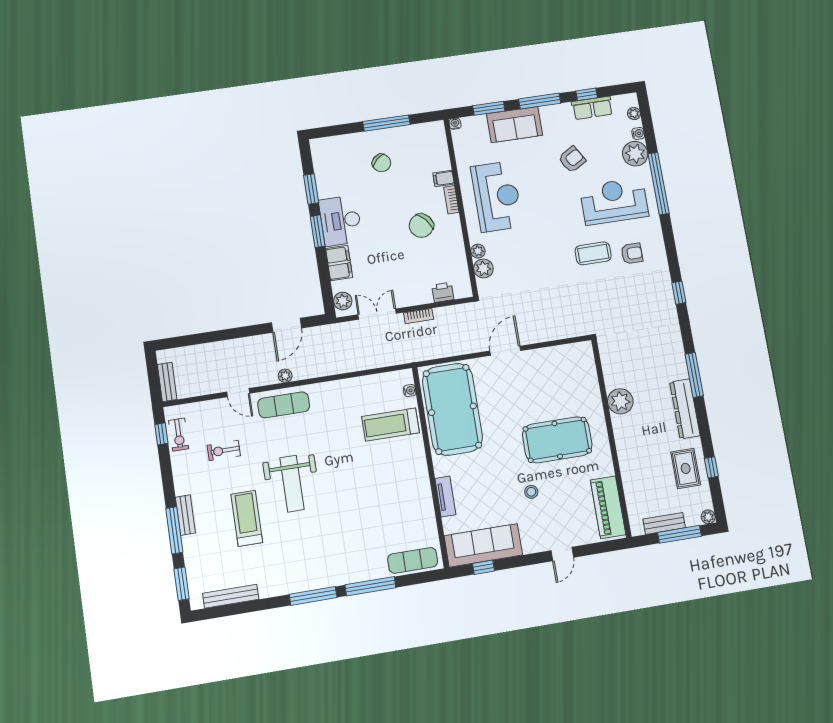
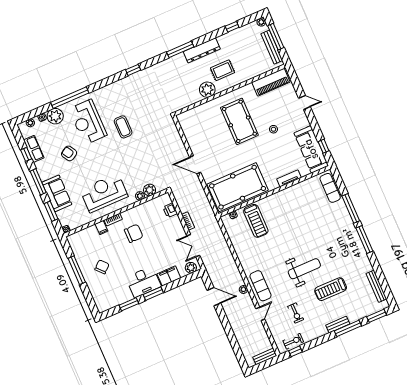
chair: (421, 226) -> (134, 233), turned -50
armchair: (632, 253) -> (117, 104), removed
rug: (686, 468) -> (223, 70), moved
bench: (664, 523) -> (272, 47), width x1.36

